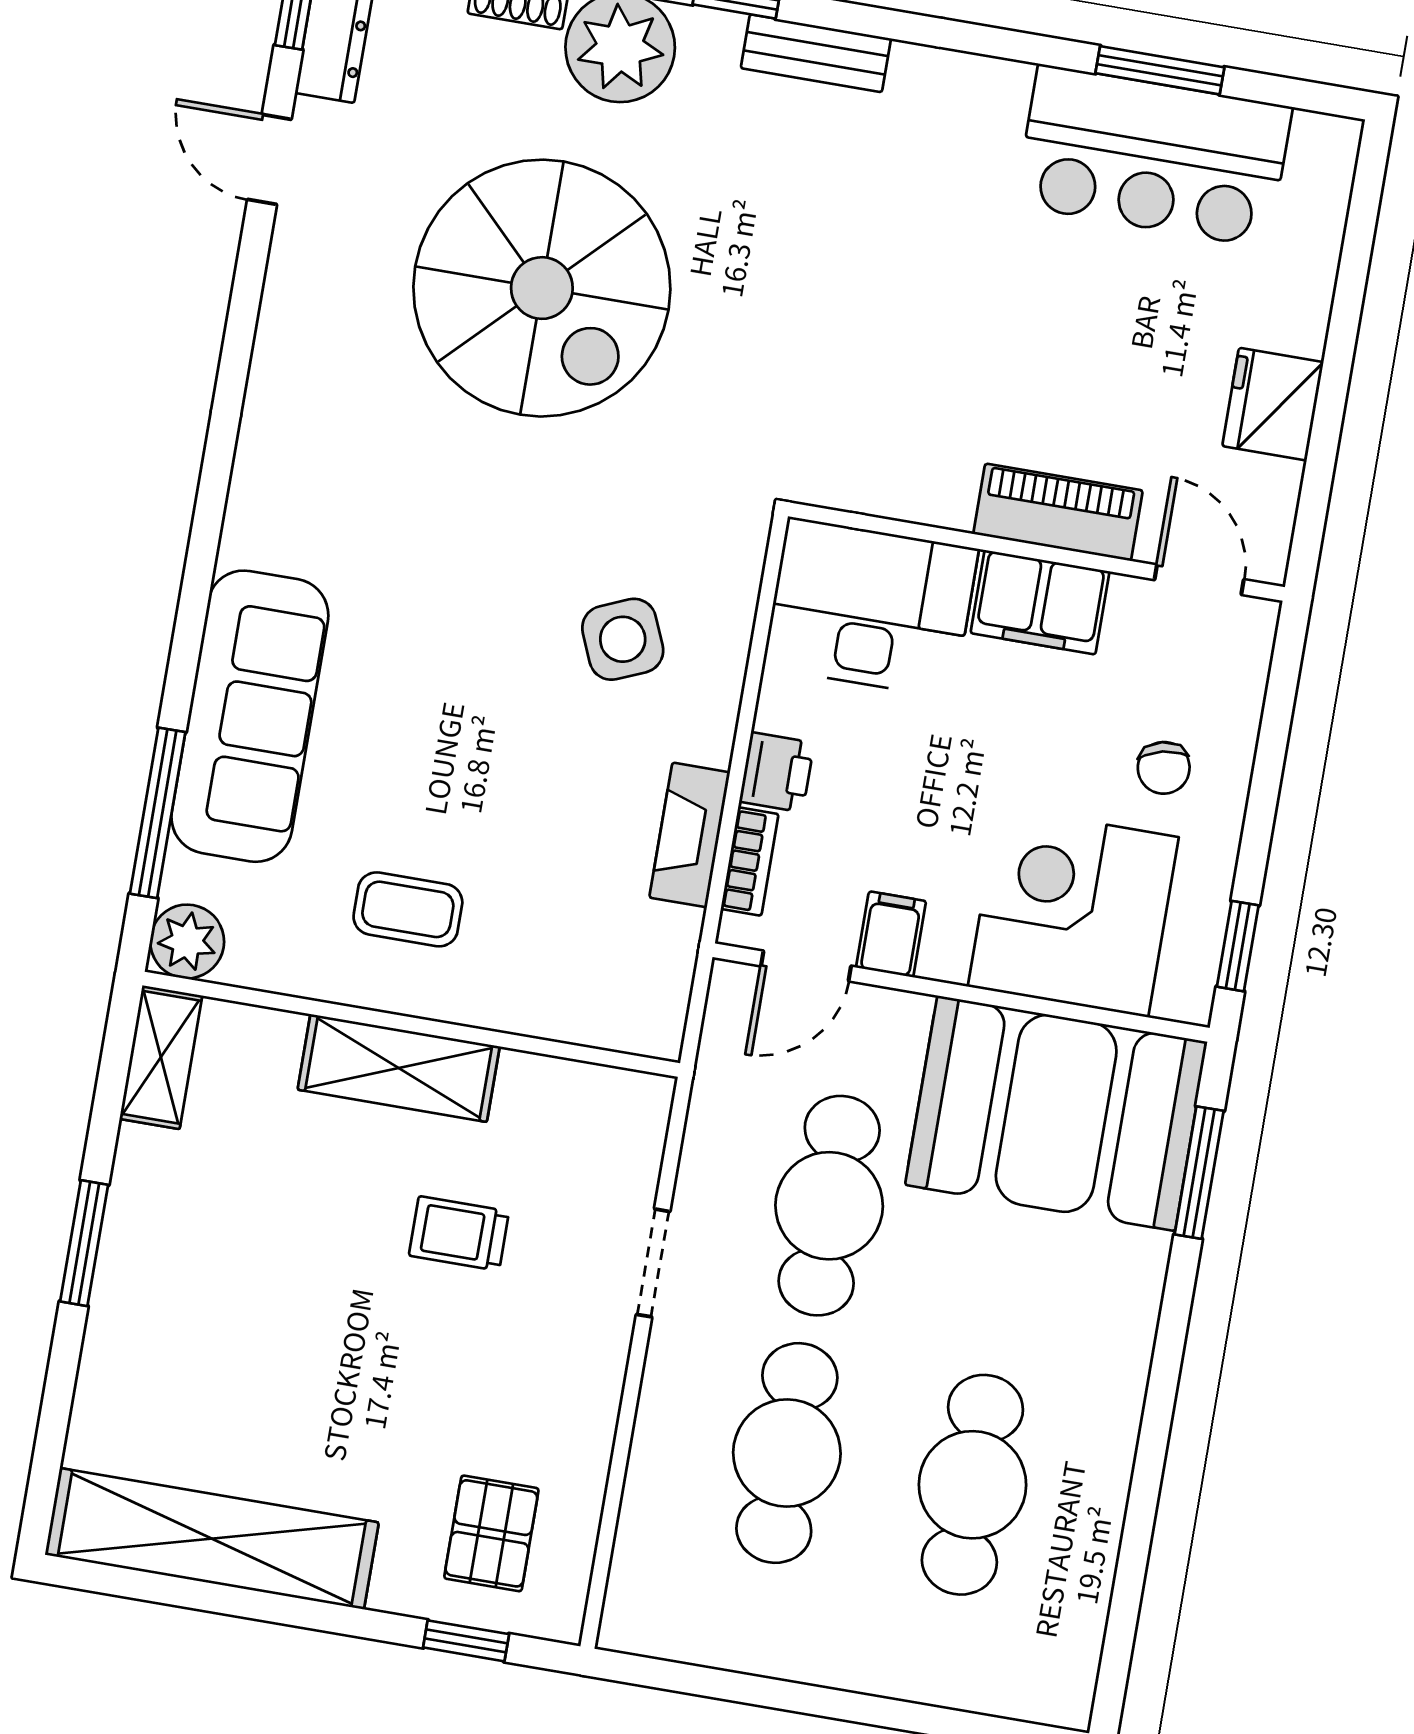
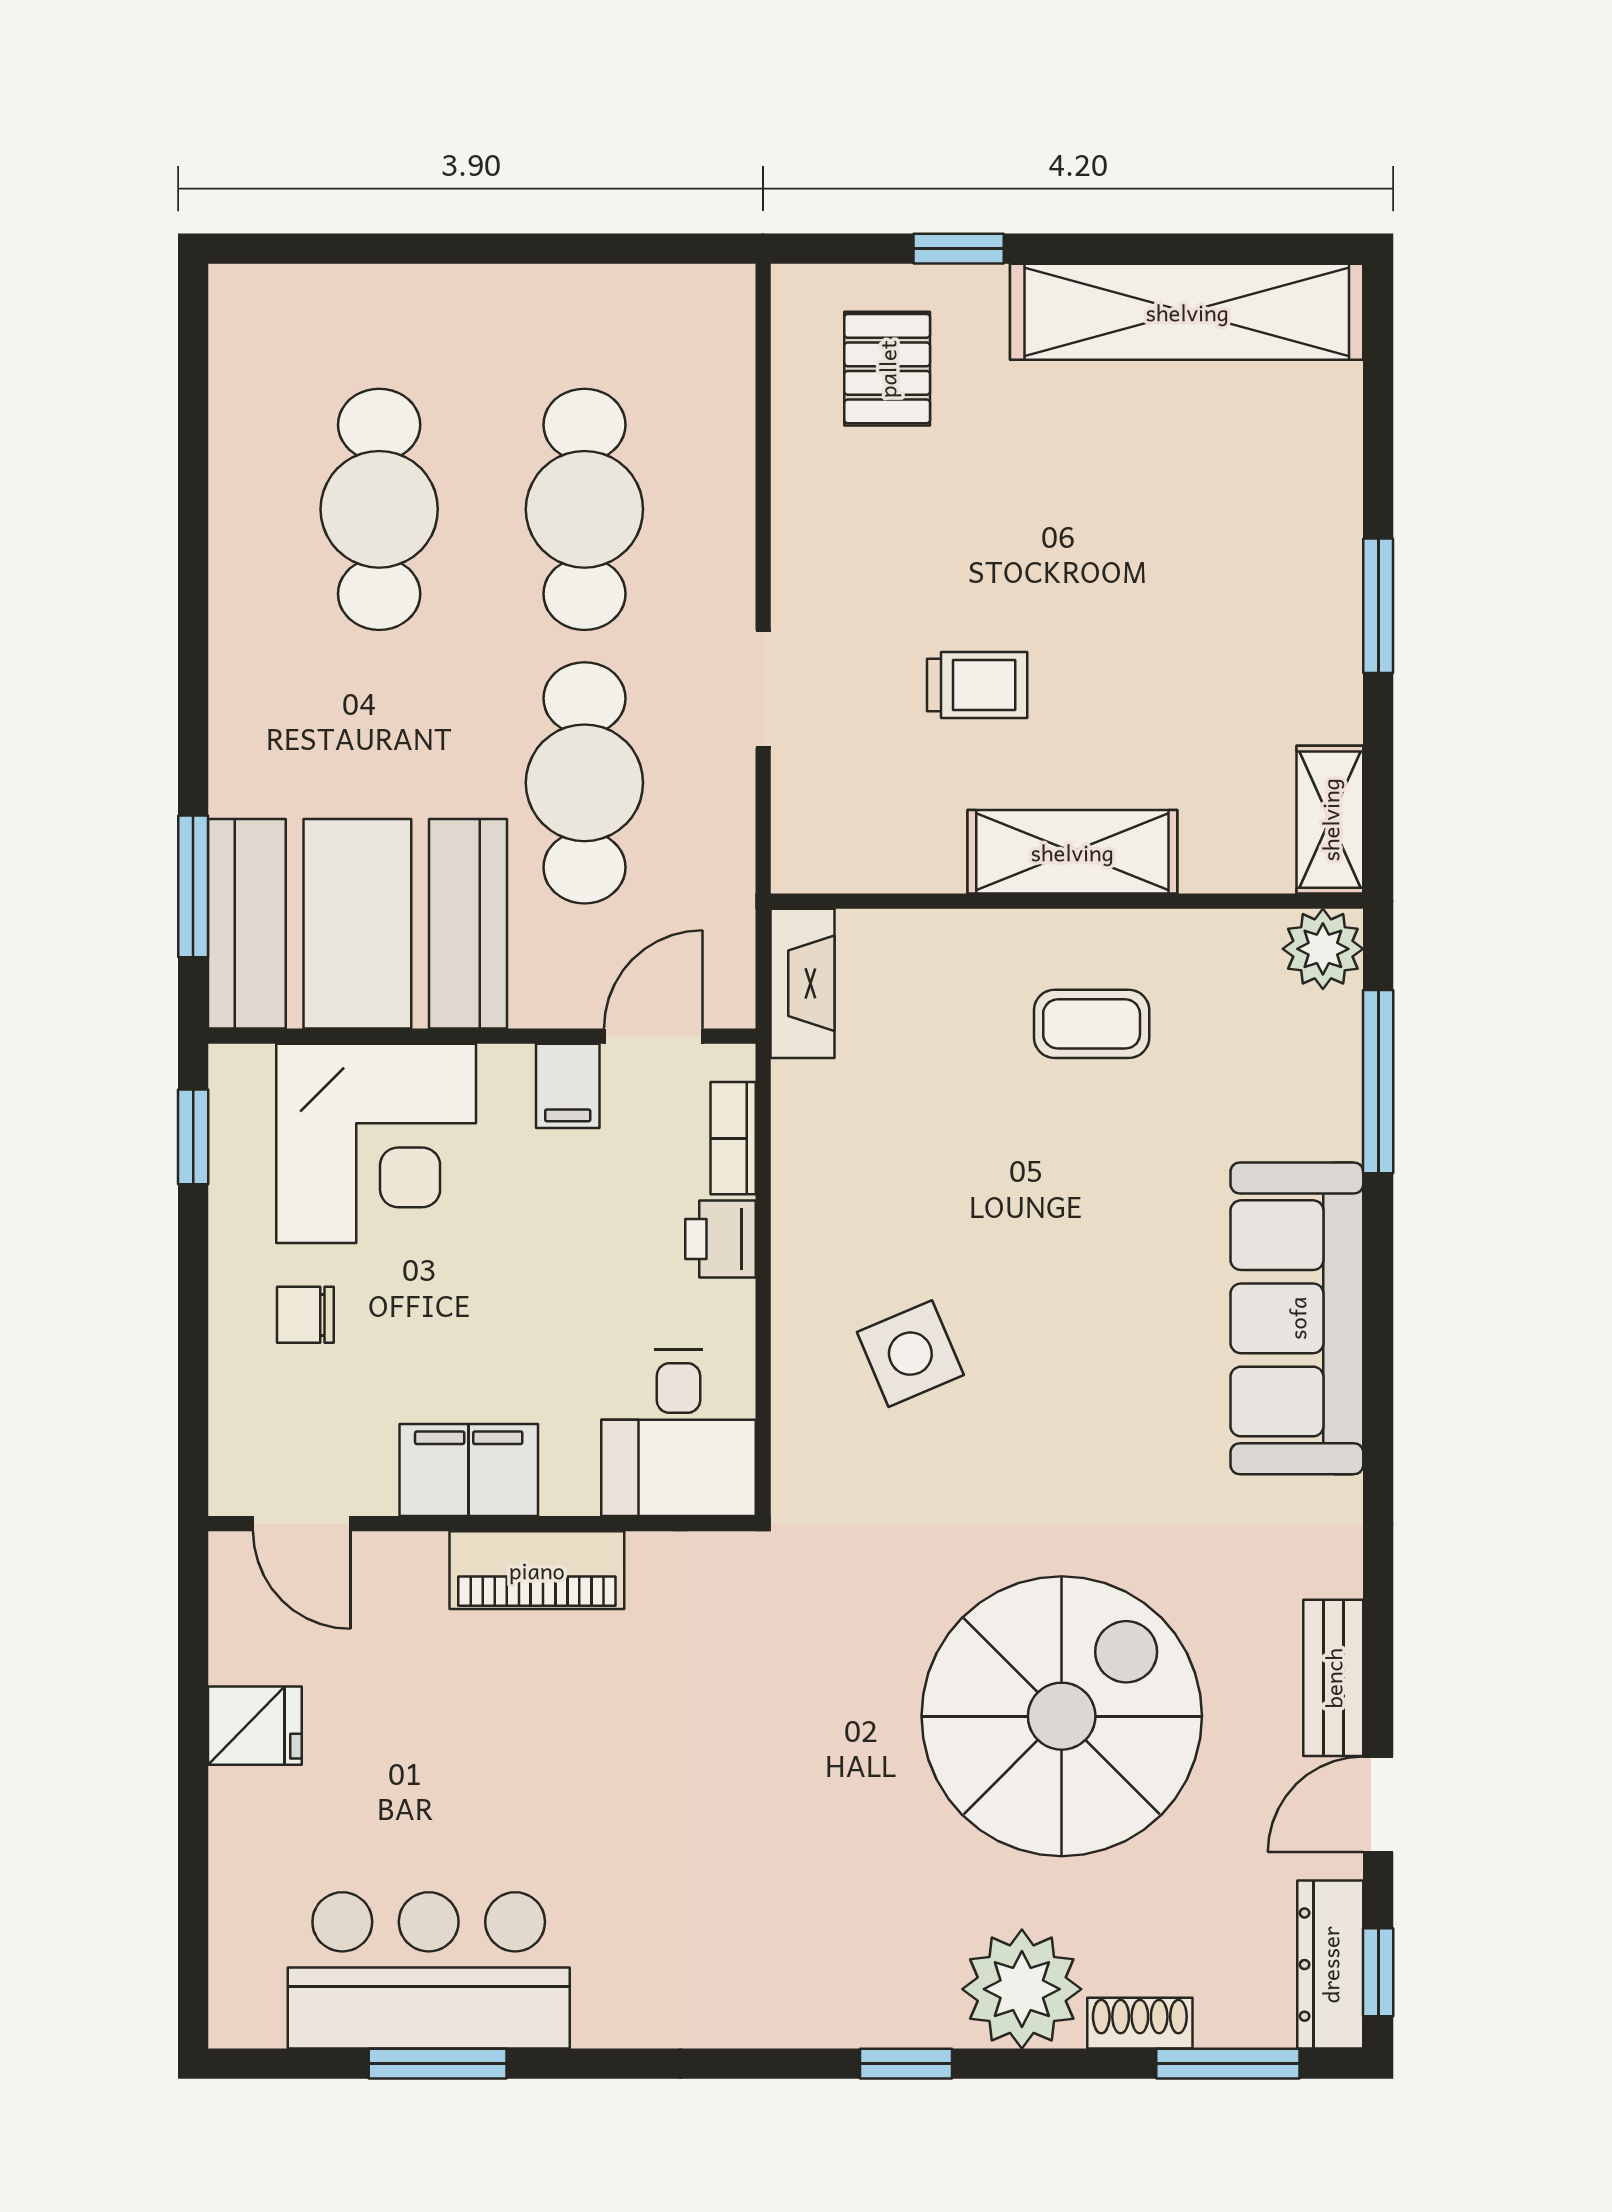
bench: (816, 53) -> (1333, 1678), moved, turned 90
door: (269, 159) -> (1378, 1804), swing flipped
spiral stairs: (542, 288) -> (1062, 1716), turned 90
fridge: (1273, 404) -> (255, 1726), width x0.72
piano: (1058, 512) -> (537, 1570), moved
desk: (871, 608) -> (678, 1433), width x0.73
sofa: (250, 716) -> (1297, 1318), moved
chair: (1164, 768) -> (305, 1315), turned -77
fireplace: (690, 835) -> (802, 983), moved
window: (466, 1641) -> (959, 249), moved

